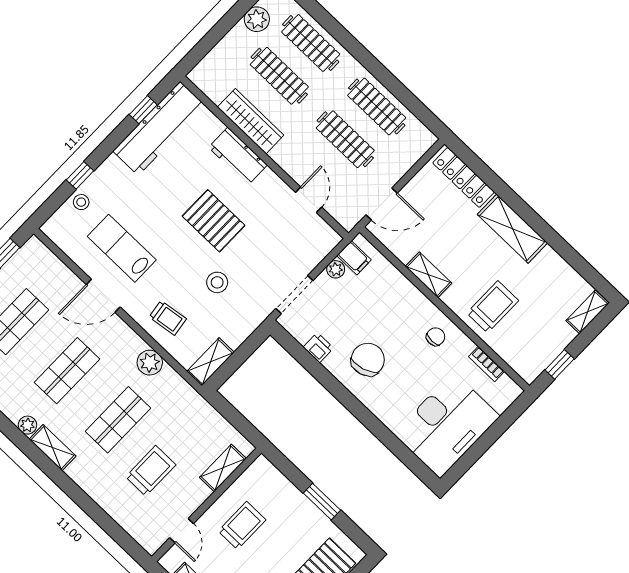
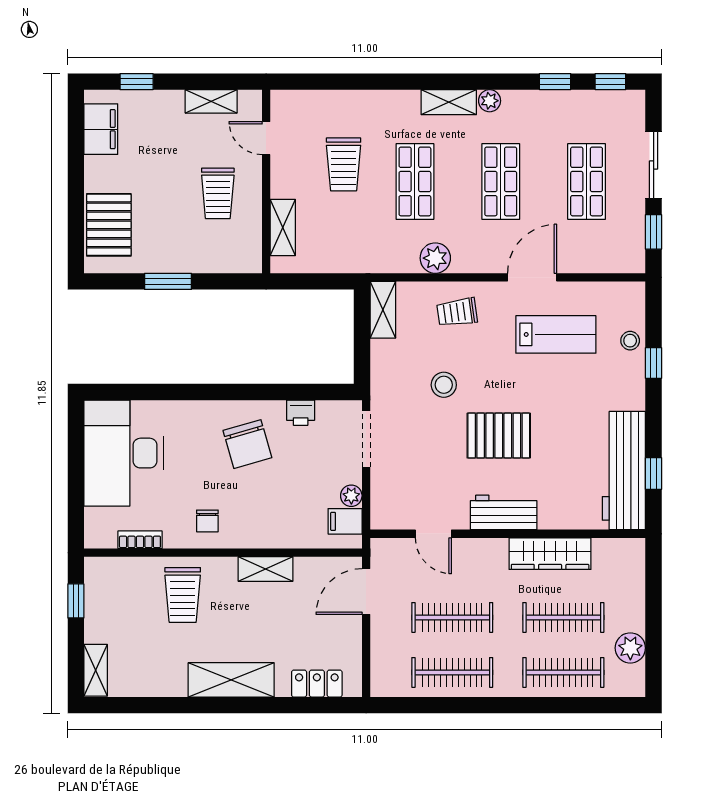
workbench: (238, 156) -> (504, 512), moved
locker: (464, 177) -> (317, 684), width x0.66

